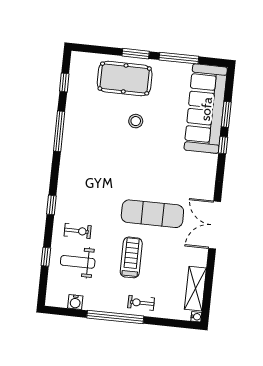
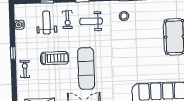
stool: (136, 121) -> (124, 16), moved
weight bench: (85, 197) -> (91, 21), added
window: (115, 317) -> (13, 53), width x0.32

